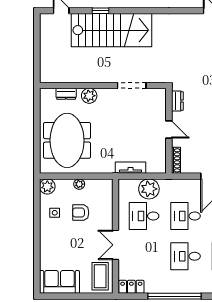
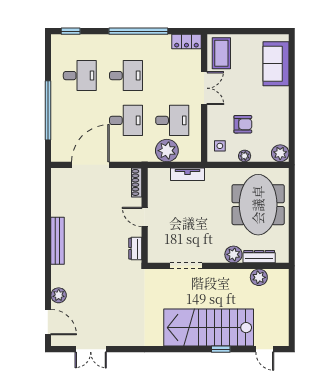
plant: (66, 75) -> (259, 277), added
dresser: (66, 94) -> (259, 257), width x1.44
side table: (55, 213) -> (220, 146), moved
sofa: (59, 282) -> (276, 64), moved, turned 90

